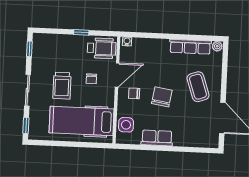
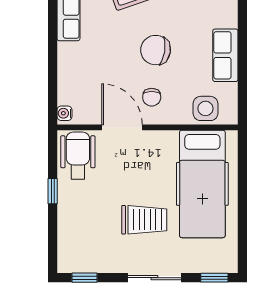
chair: (91, 79) -> (130, 171), removed

